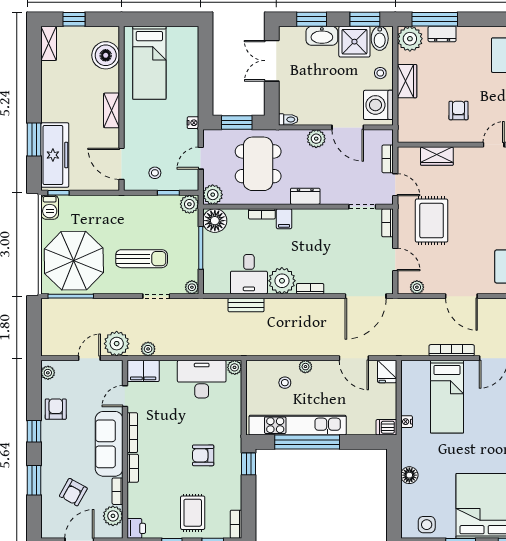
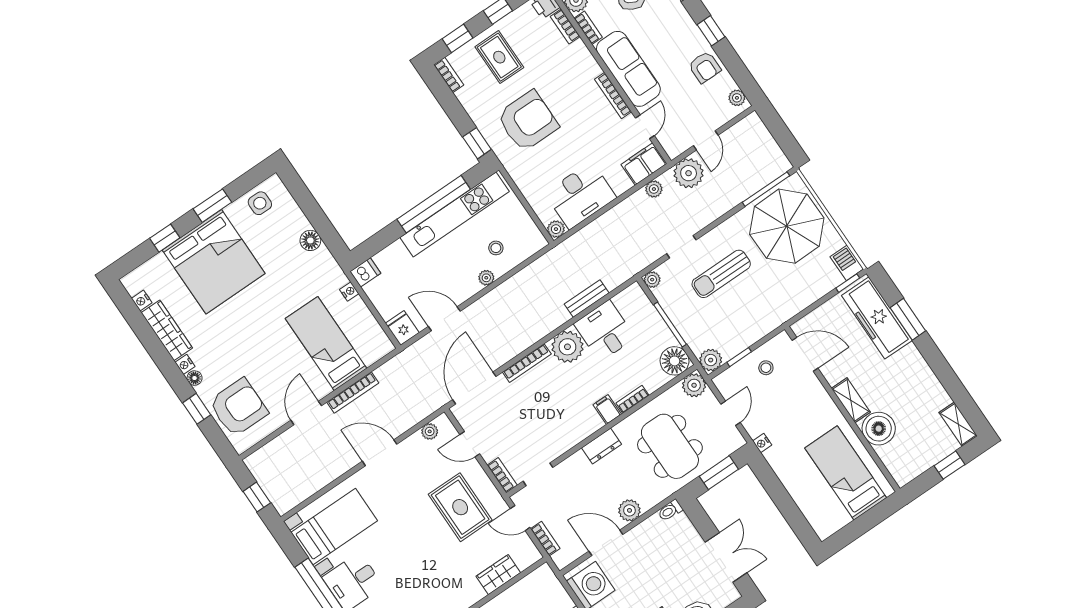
boiler: (106, 55) -> (879, 429), moved
bookcase: (310, 289) -> (527, 363), width x1.56
armchair: (203, 455) -> (528, 121), width x1.88, depth x1.88
bookcase: (133, 468) -> (565, 26), moved

